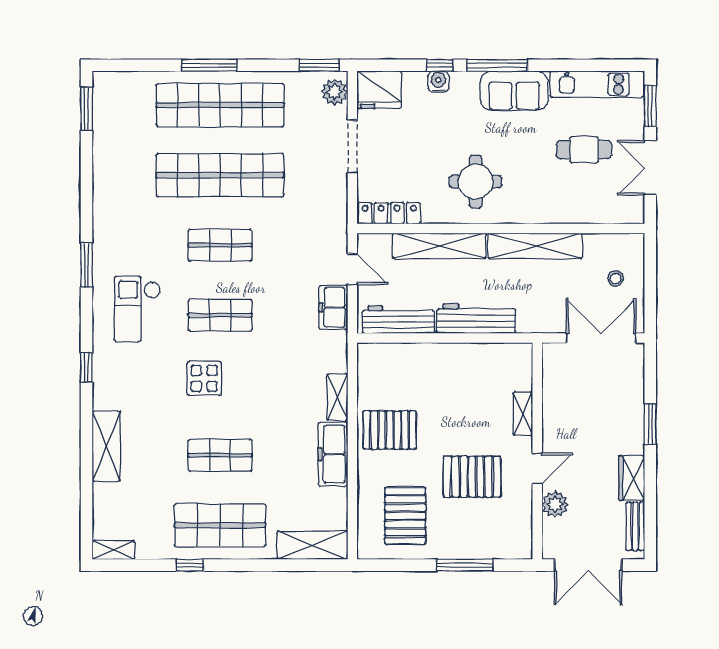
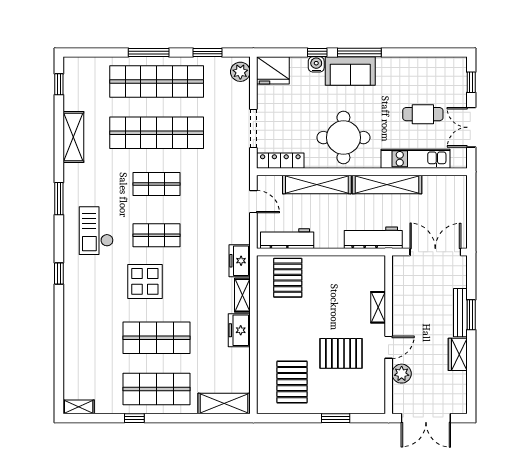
window: (319, 65) -> (208, 52), moved
kitchen unit: (597, 84) -> (416, 159), moved, turned 180
sofa: (514, 91) -> (350, 71), moved
window: (650, 106) -> (471, 82), width x0.67
window: (86, 109) -> (59, 84), width x0.67
doorway: (352, 146) -> (253, 129), moved
round table: (476, 182) -> (343, 138), width x1.36, depth x1.36
stool: (616, 279) -> (446, 208), removed
freezer: (333, 307) -> (240, 261), moved
workbench: (476, 319) -> (373, 238), moved
display table: (204, 378) -> (145, 281), width x1.36, depth x1.36
pallet: (390, 430) -> (288, 278), moved, turned 90
shelving: (106, 446) -> (73, 137), moved
freezer: (333, 454) -> (239, 330), width x0.71
shop shelf: (220, 455) -> (157, 338), width x1.43, depth x1.36
bench: (635, 526) -> (460, 313), moved, width x1.36
window: (465, 565) -> (336, 418), width x0.69

